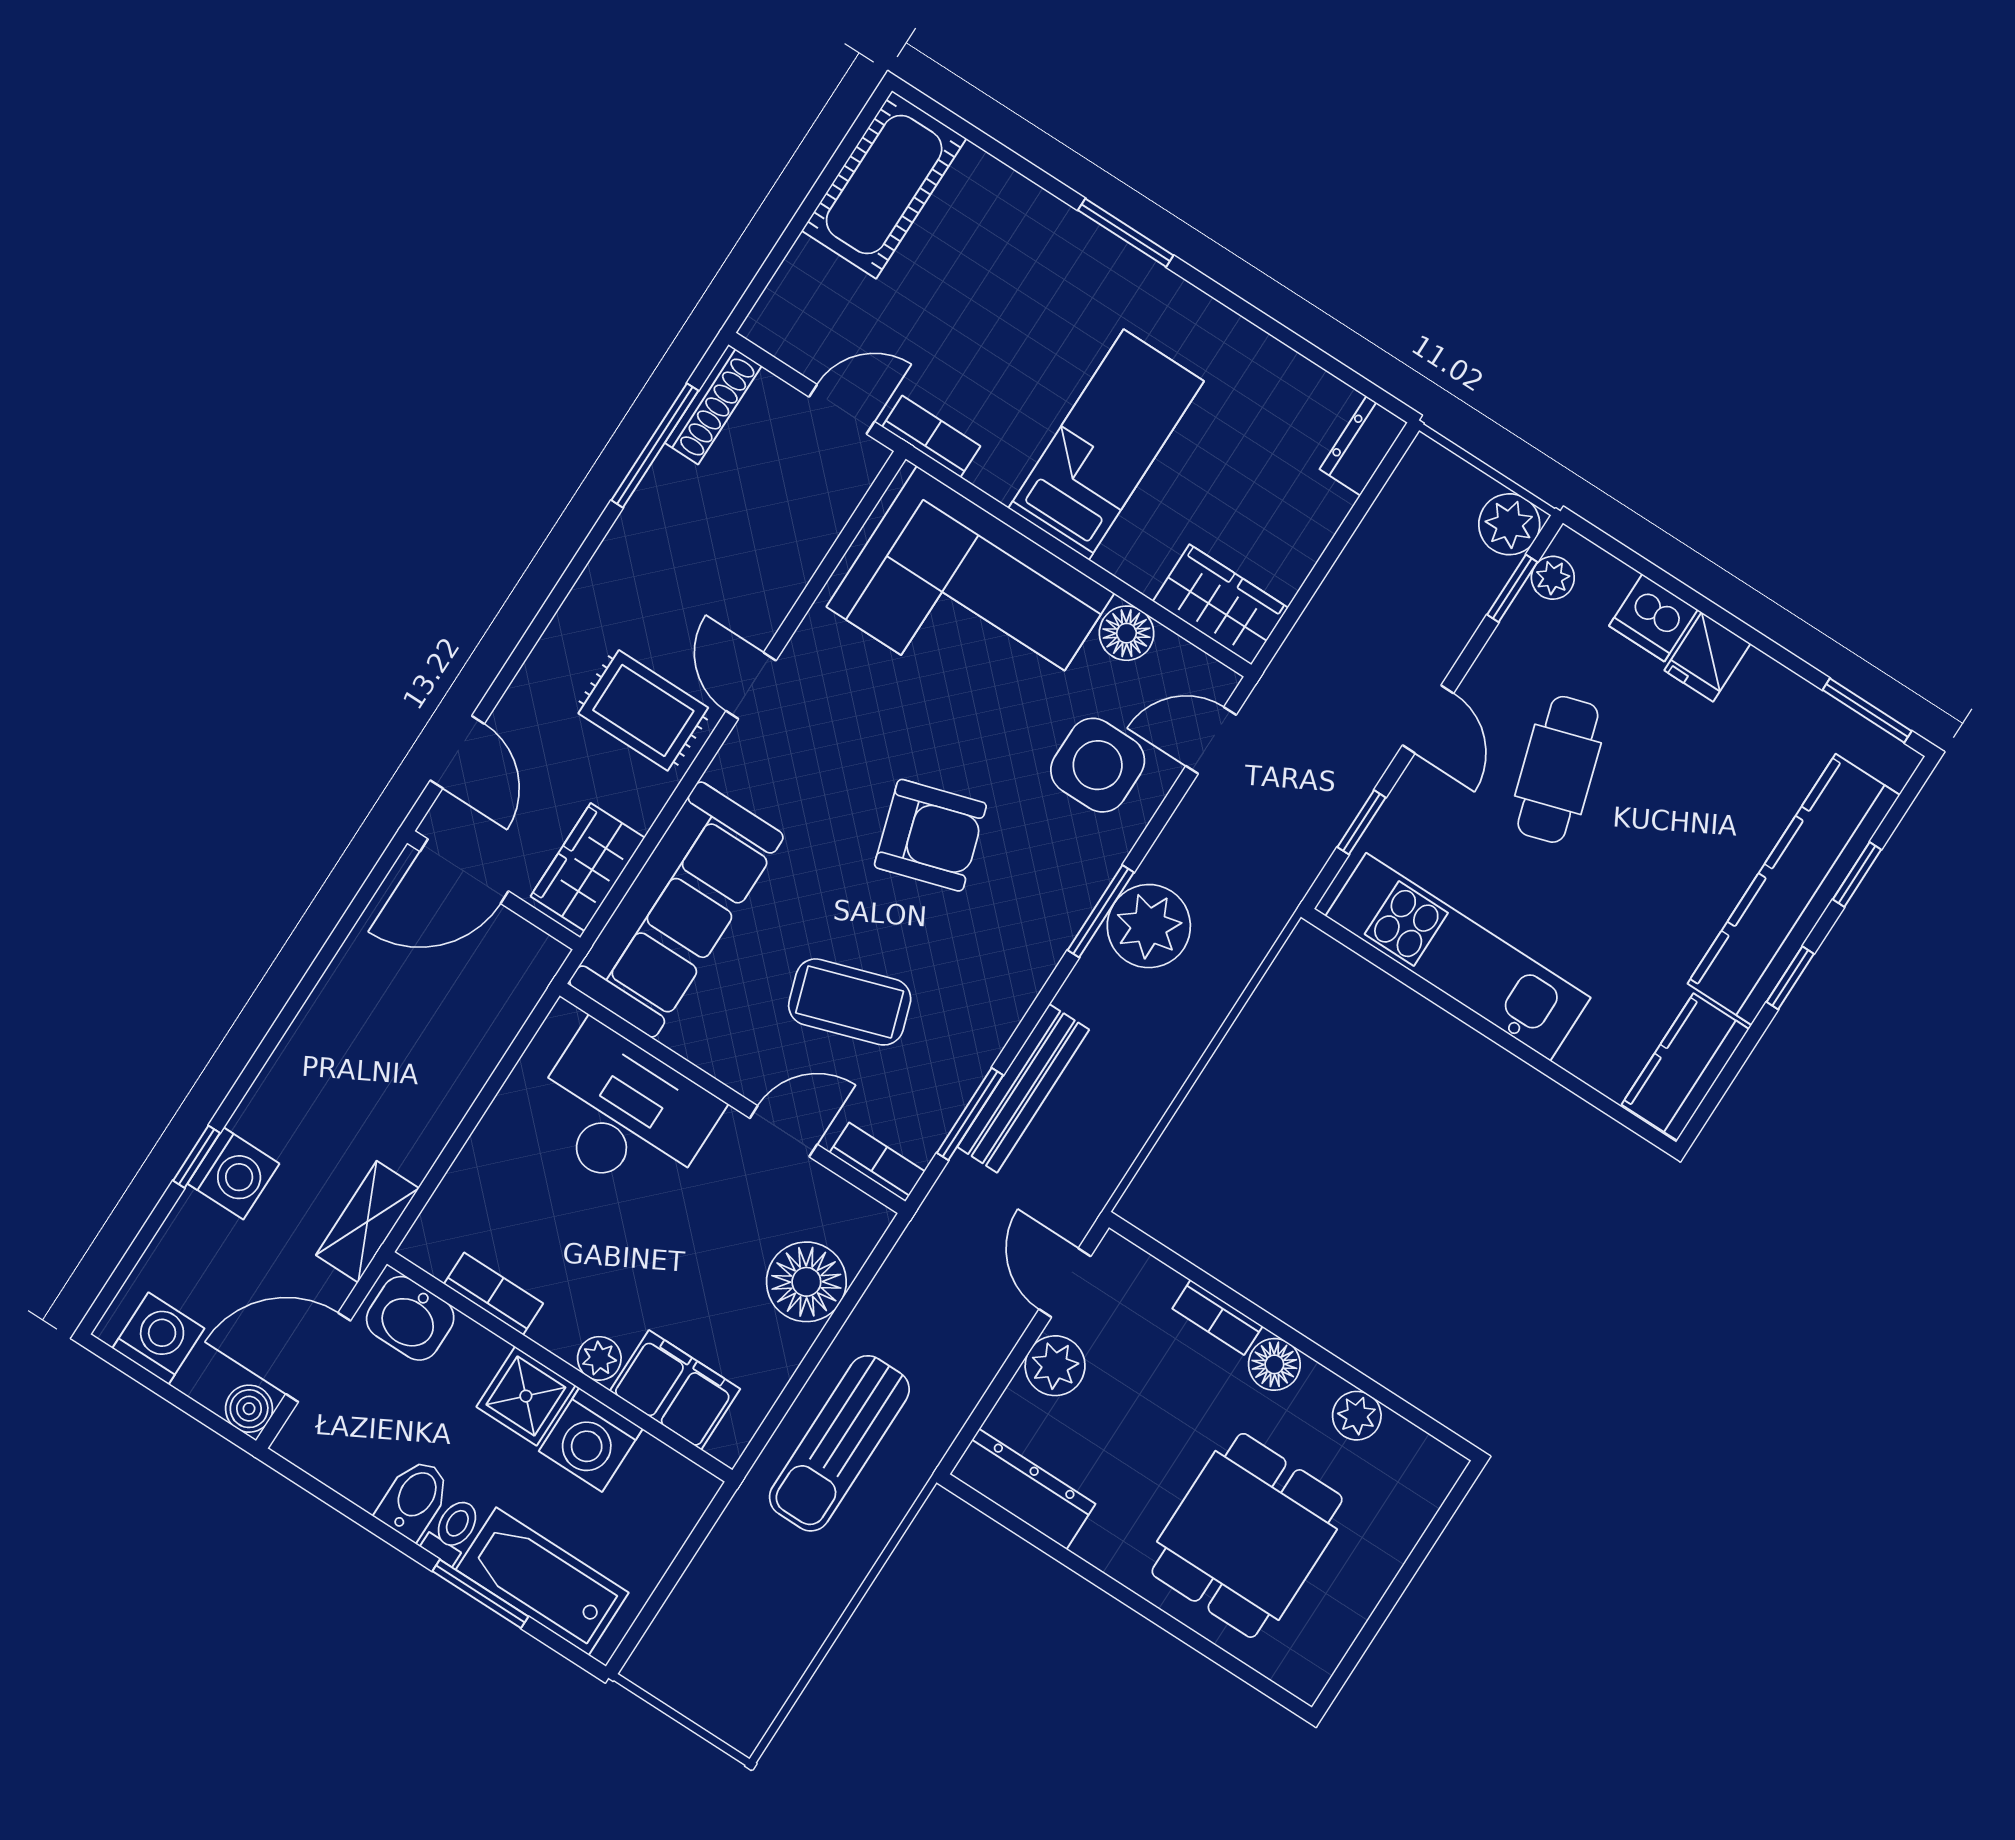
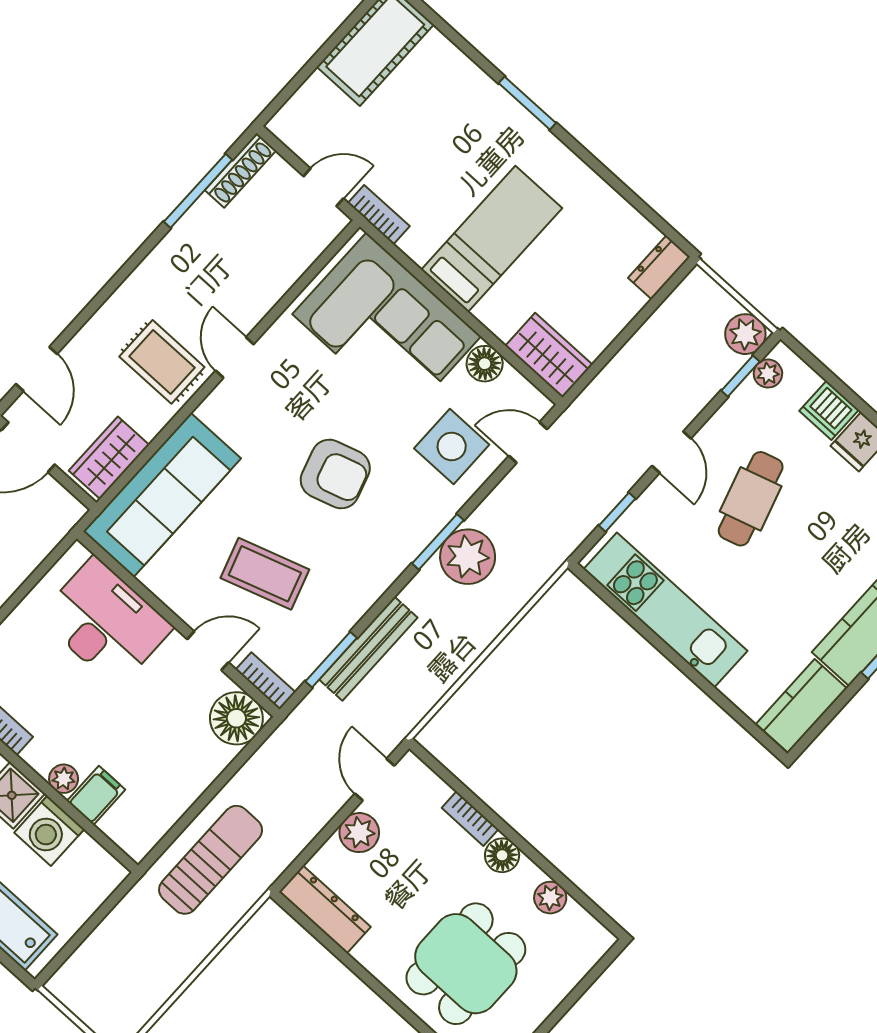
floor lamp: (806, 1282) -> (236, 718), moved
filing cabinet: (675, 1390) -> (96, 795), width x0.50
sun lounger: (839, 1443) -> (211, 860), turned 180

